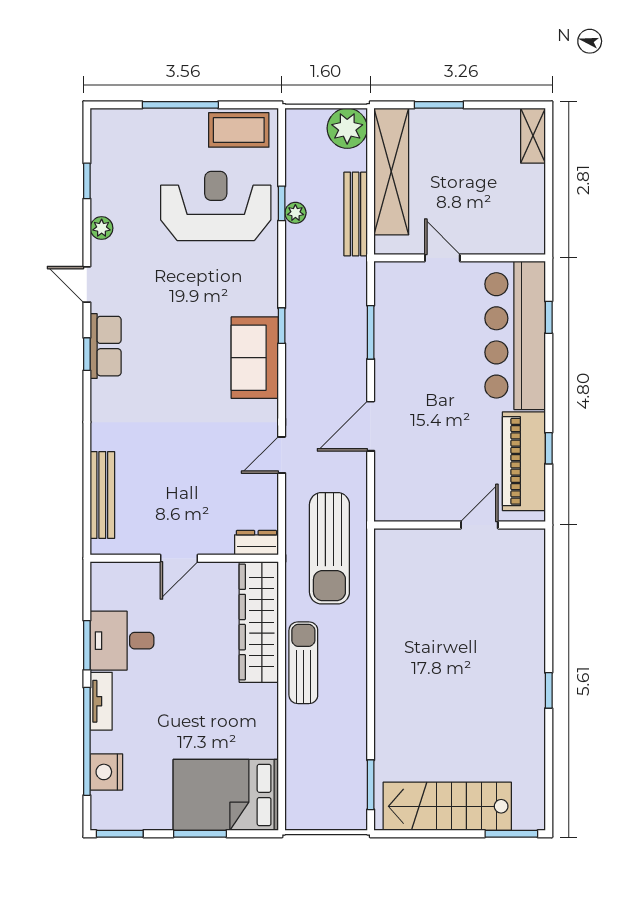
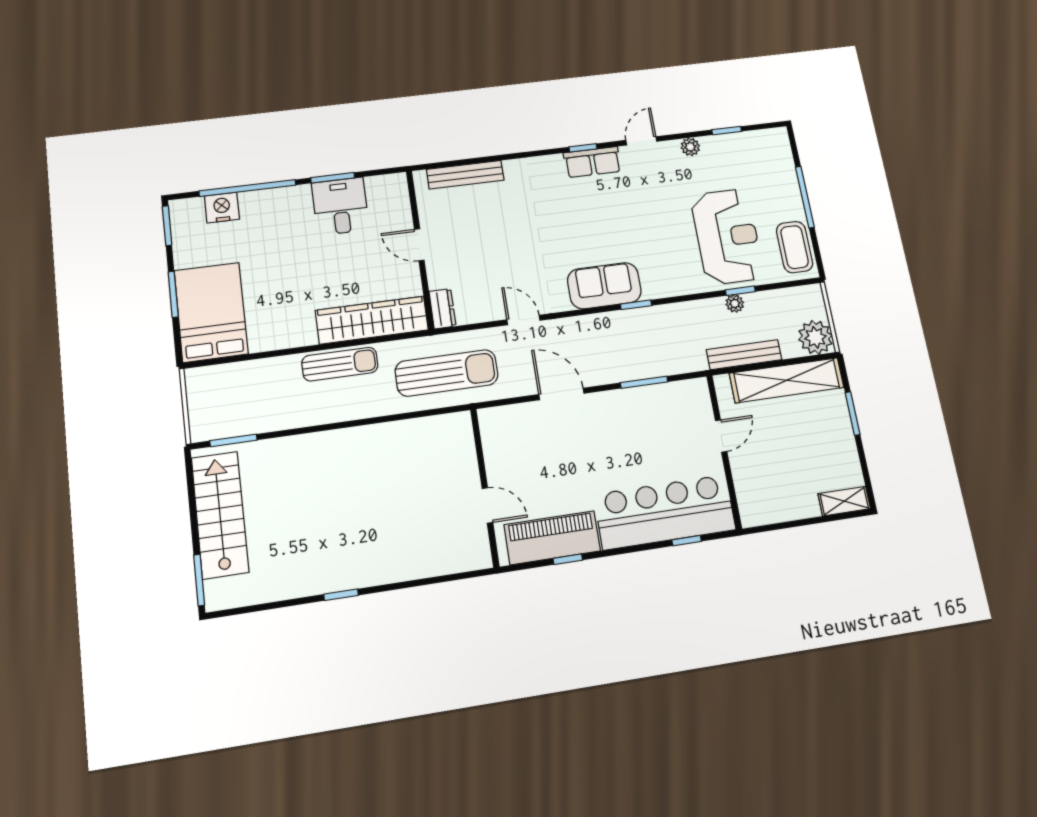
sun lounger: (329, 548) -> (447, 373), turned 180
tv unit: (101, 701) -> (285, 196), removed

